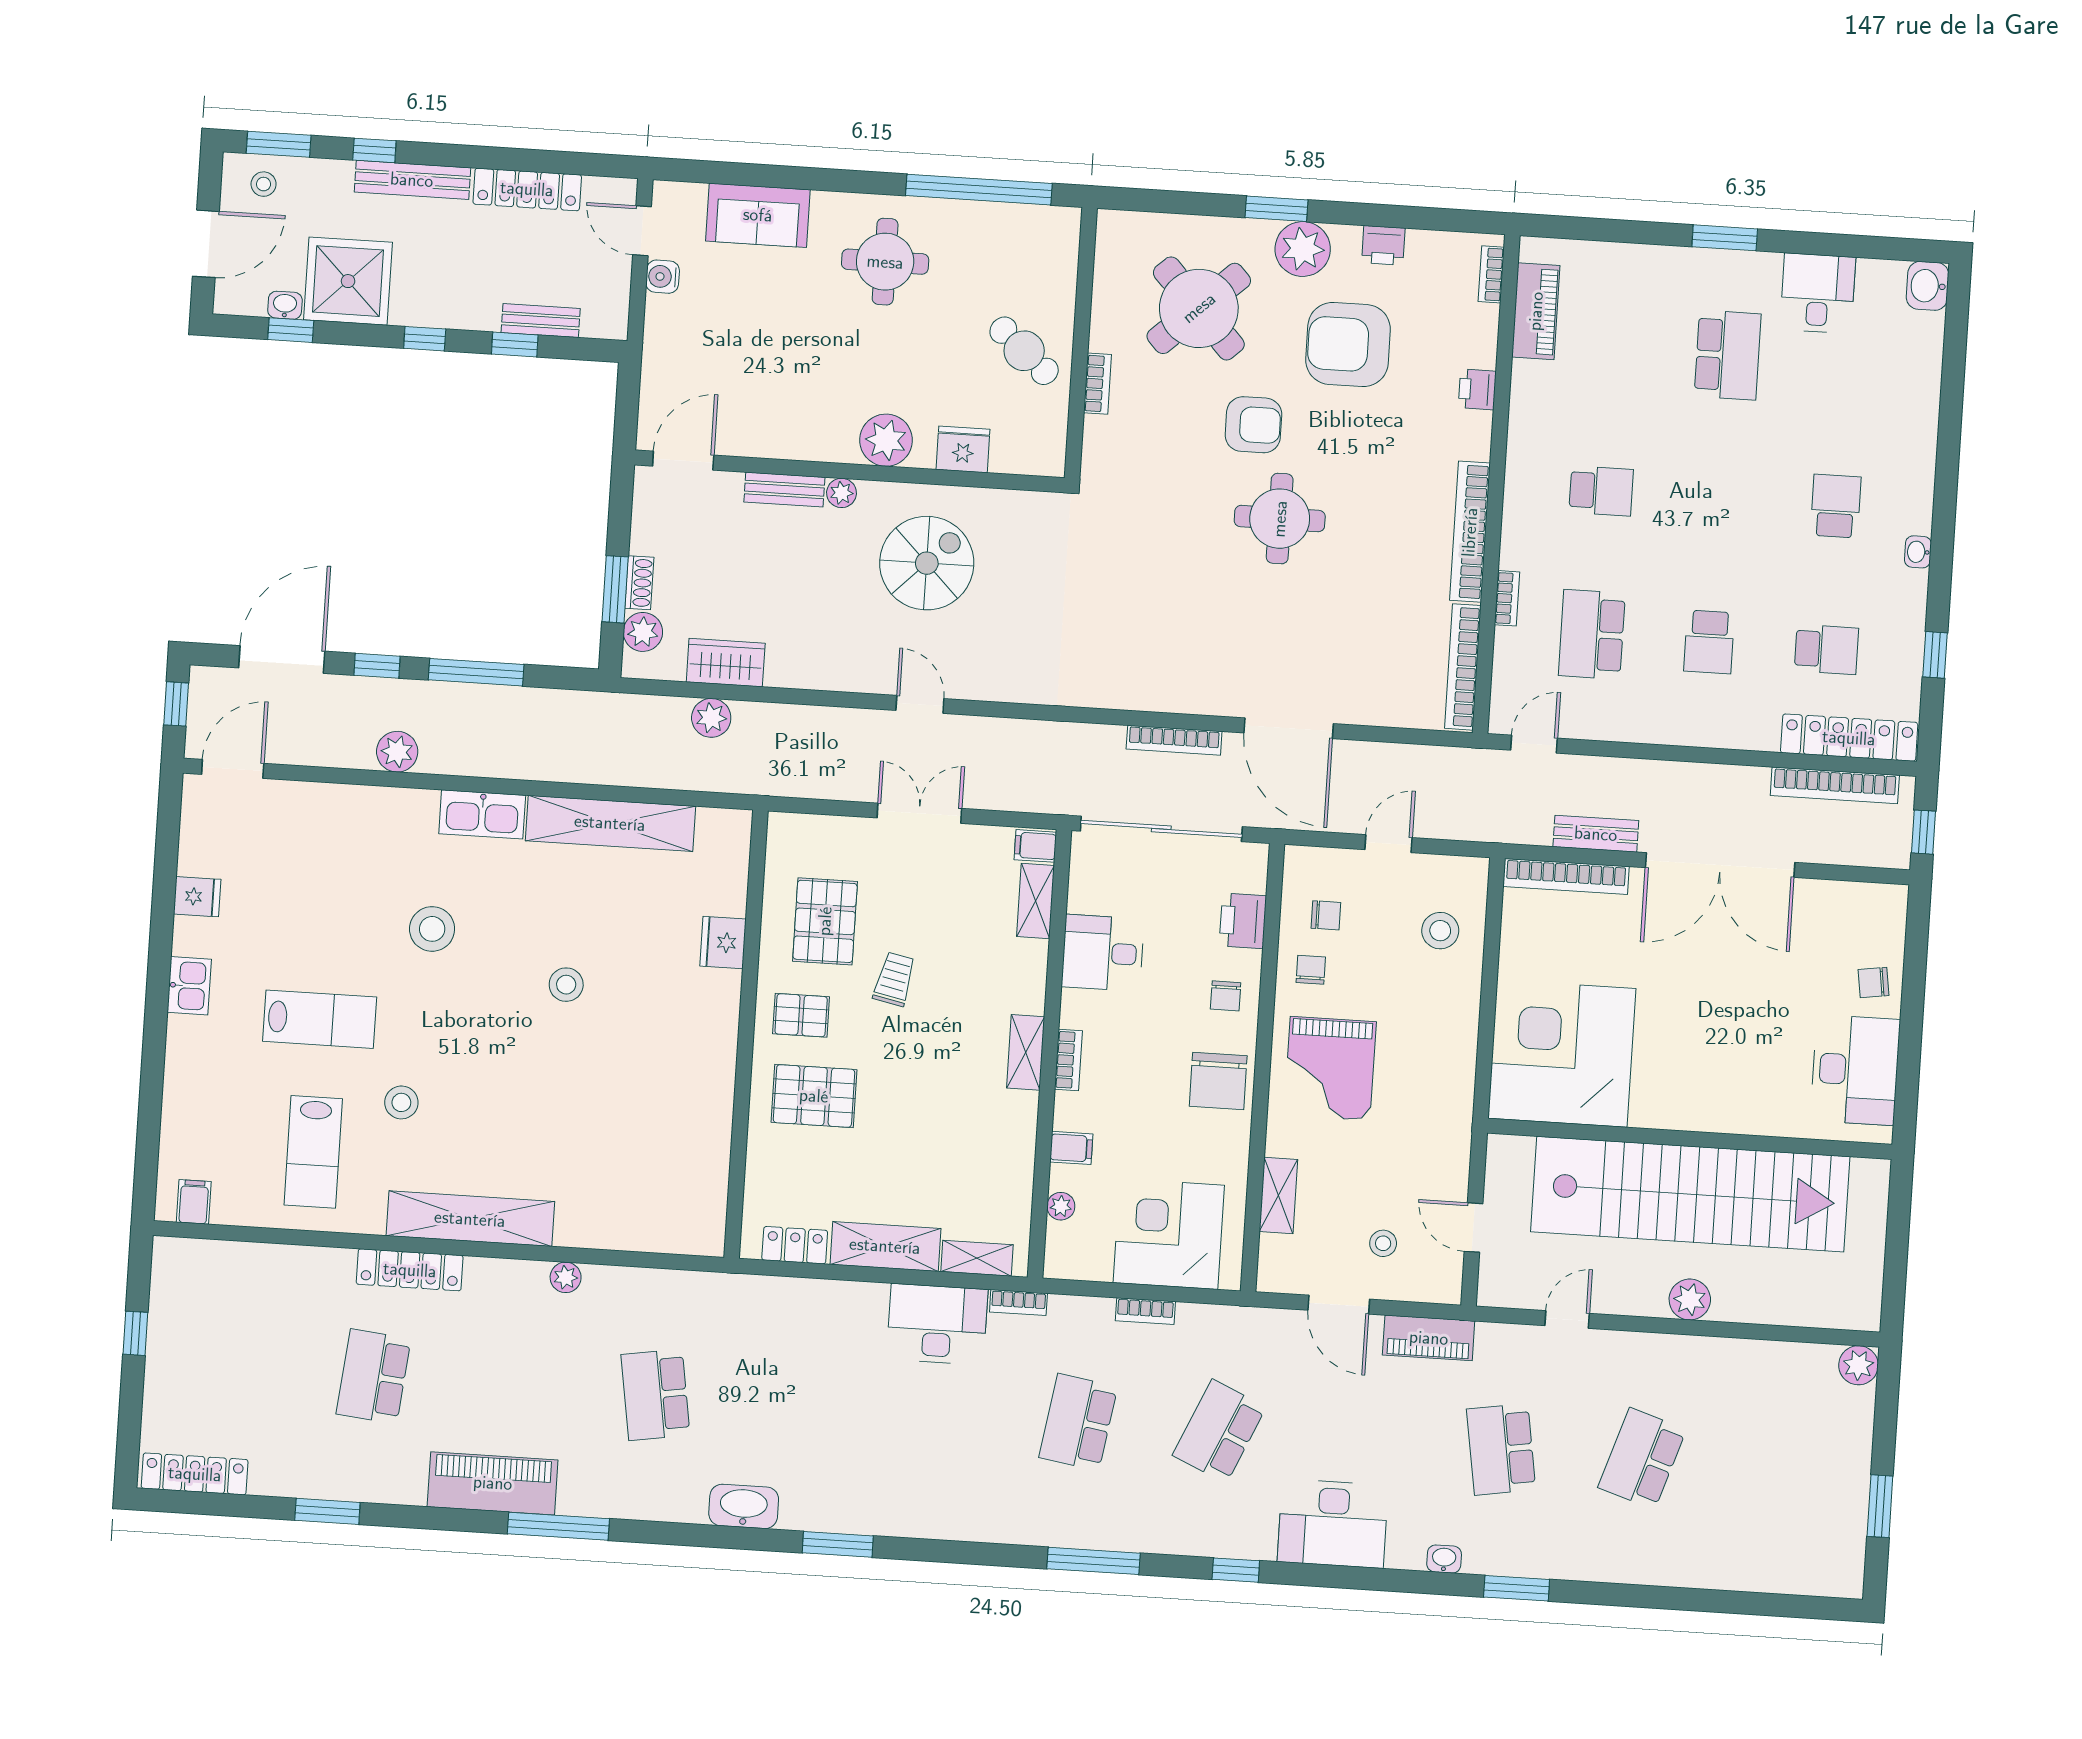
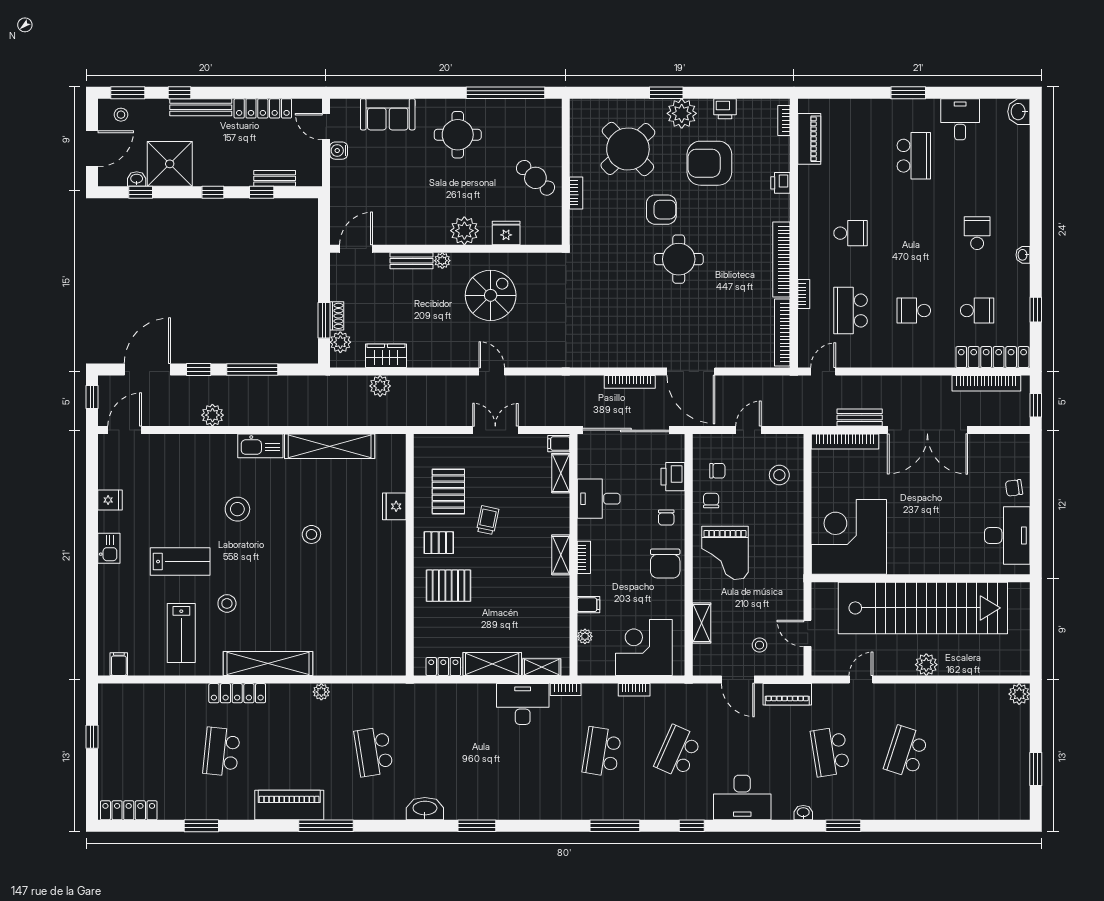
school desk: (1709, 642) -> (914, 311), turned 90

